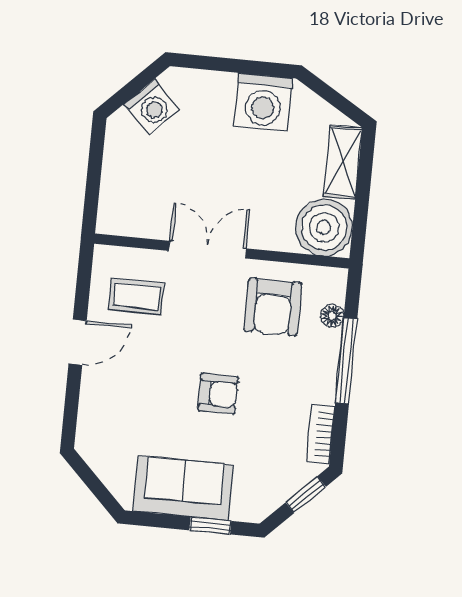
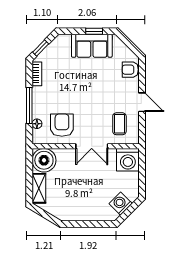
washing machine: (263, 102) -> (128, 160), moved, turned 180
coffee table: (136, 296) -> (119, 124), turned 90
door: (78, 342) -> (142, 102), swing flipped
armchair: (218, 394) -> (130, 70), moved
window: (210, 526) -> (94, 31), moved

